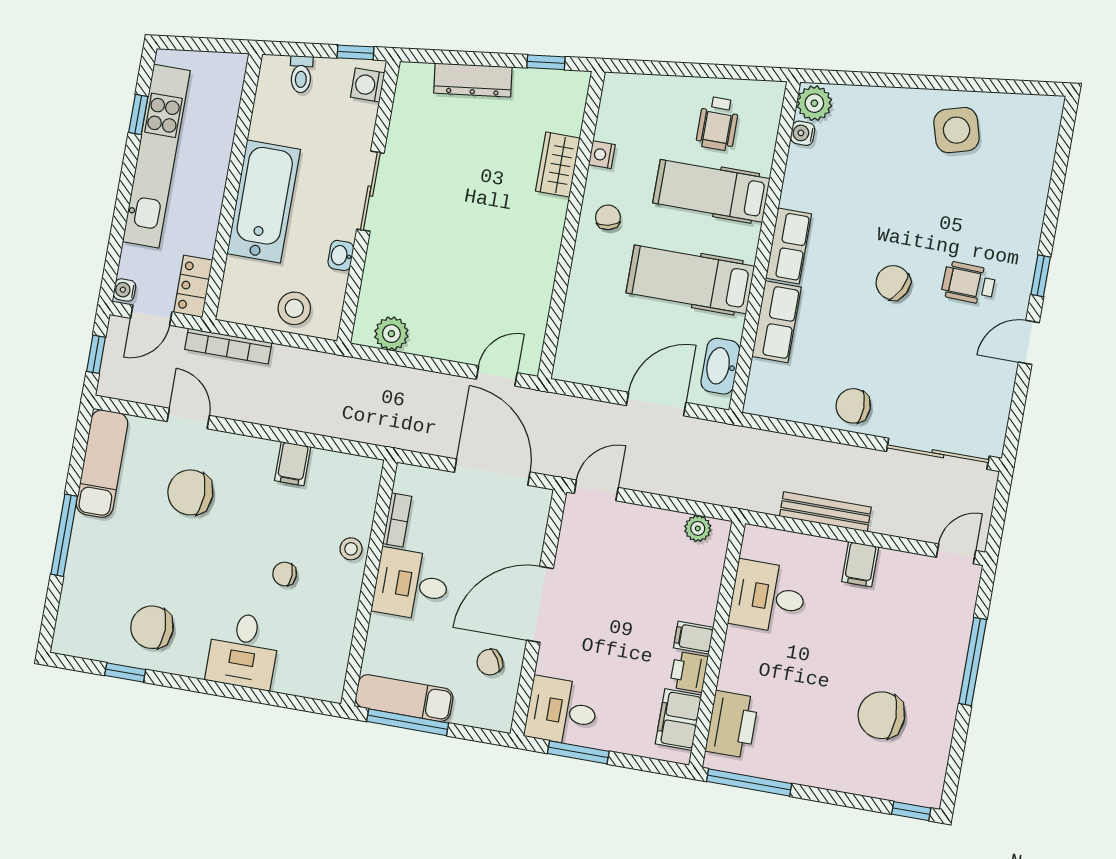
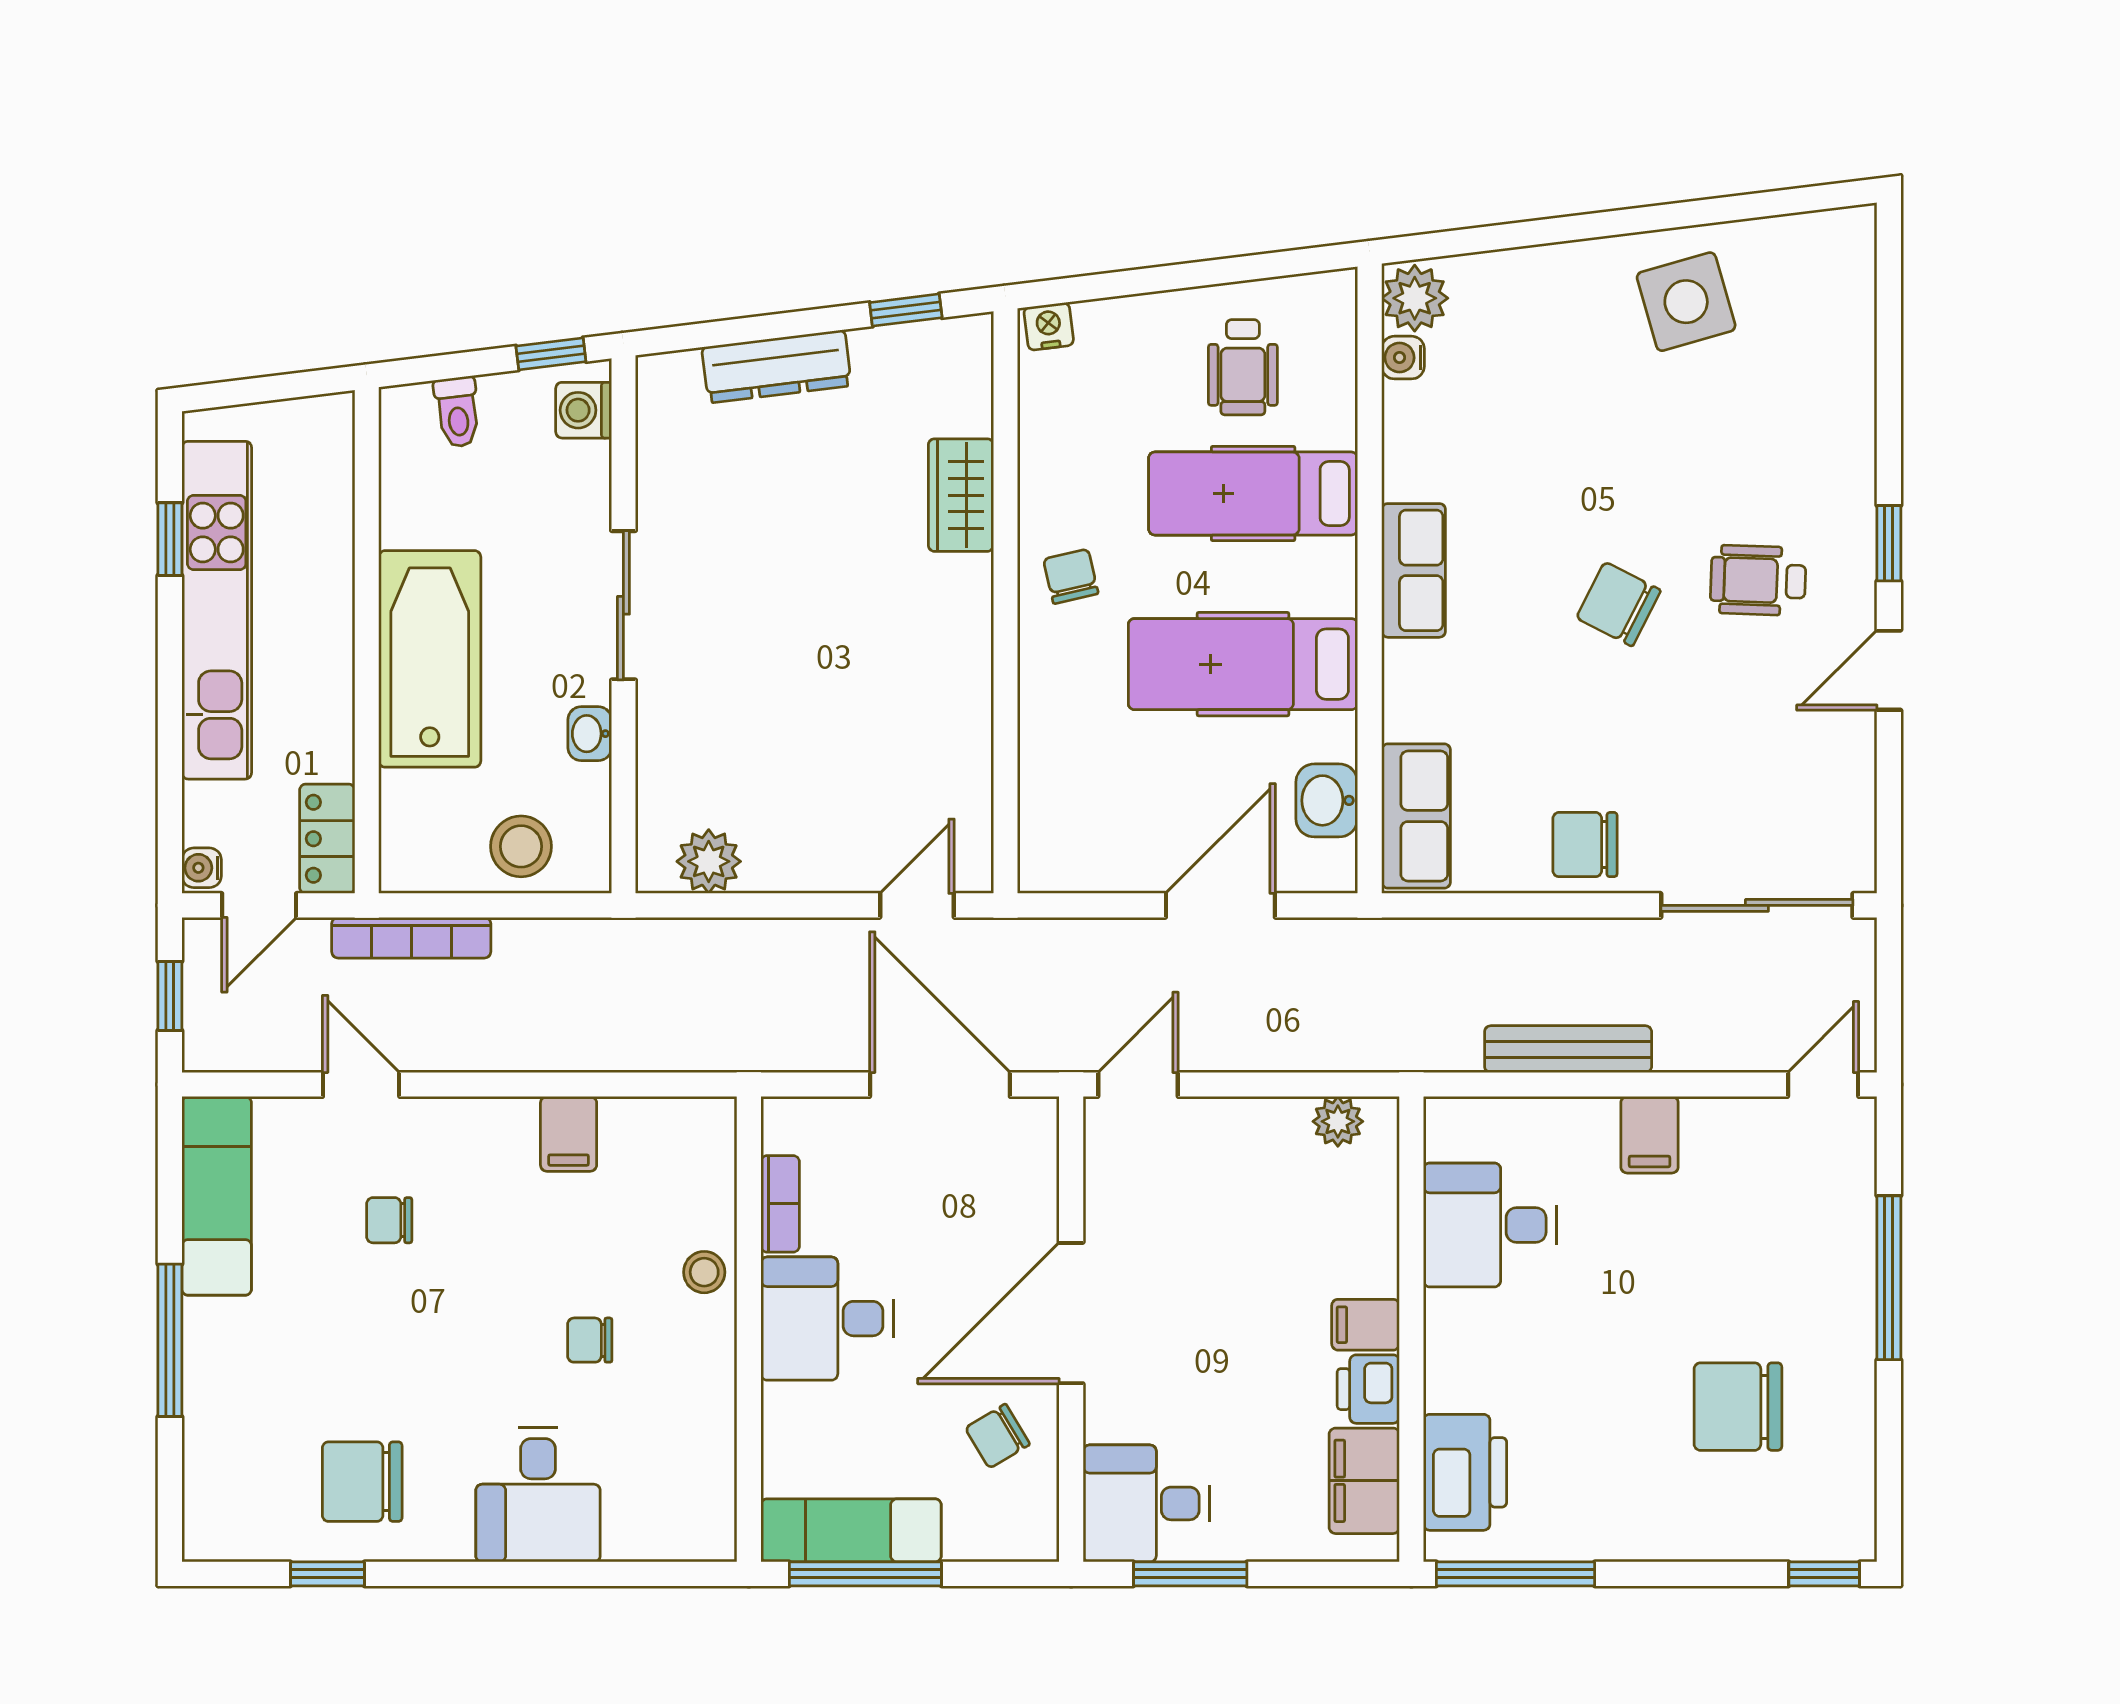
nightstand: (602, 155) -> (1049, 326), moved, turned 83
row of seats: (777, 322) -> (1416, 816), moved
washbasin: (720, 366) -> (1327, 800), width x0.72
chair: (190, 492) -> (389, 1220), width x0.54, depth x0.54

